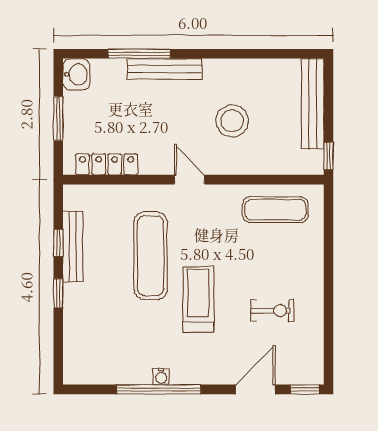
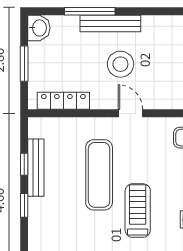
stool: (232, 121) -> (120, 64), moved

